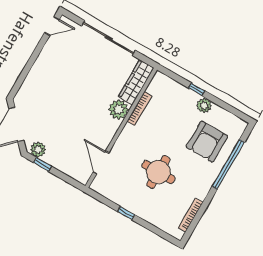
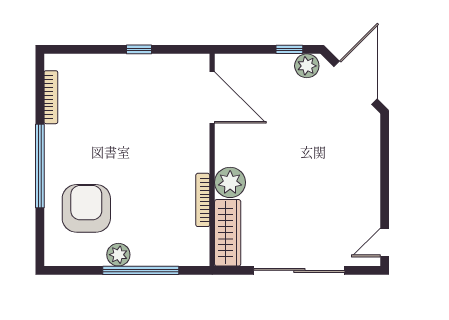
window: (197, 89) -> (141, 270), width x3.17
door: (101, 163) -> (212, 98), width x1.36
window: (228, 164) -> (40, 166), moved
round table: (158, 172) -> (128, 130), removed

